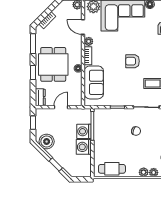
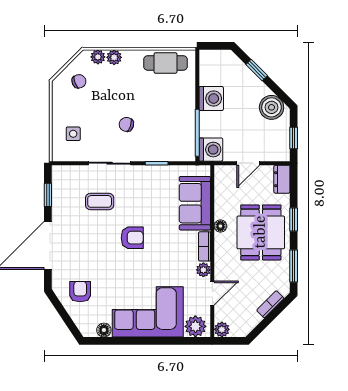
door: (83, 27) -> (212, 293), hinge flipped
washing machine: (84, 131) -> (211, 150), moved

